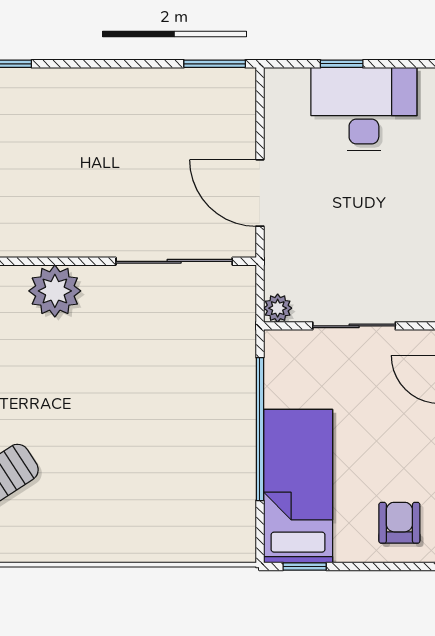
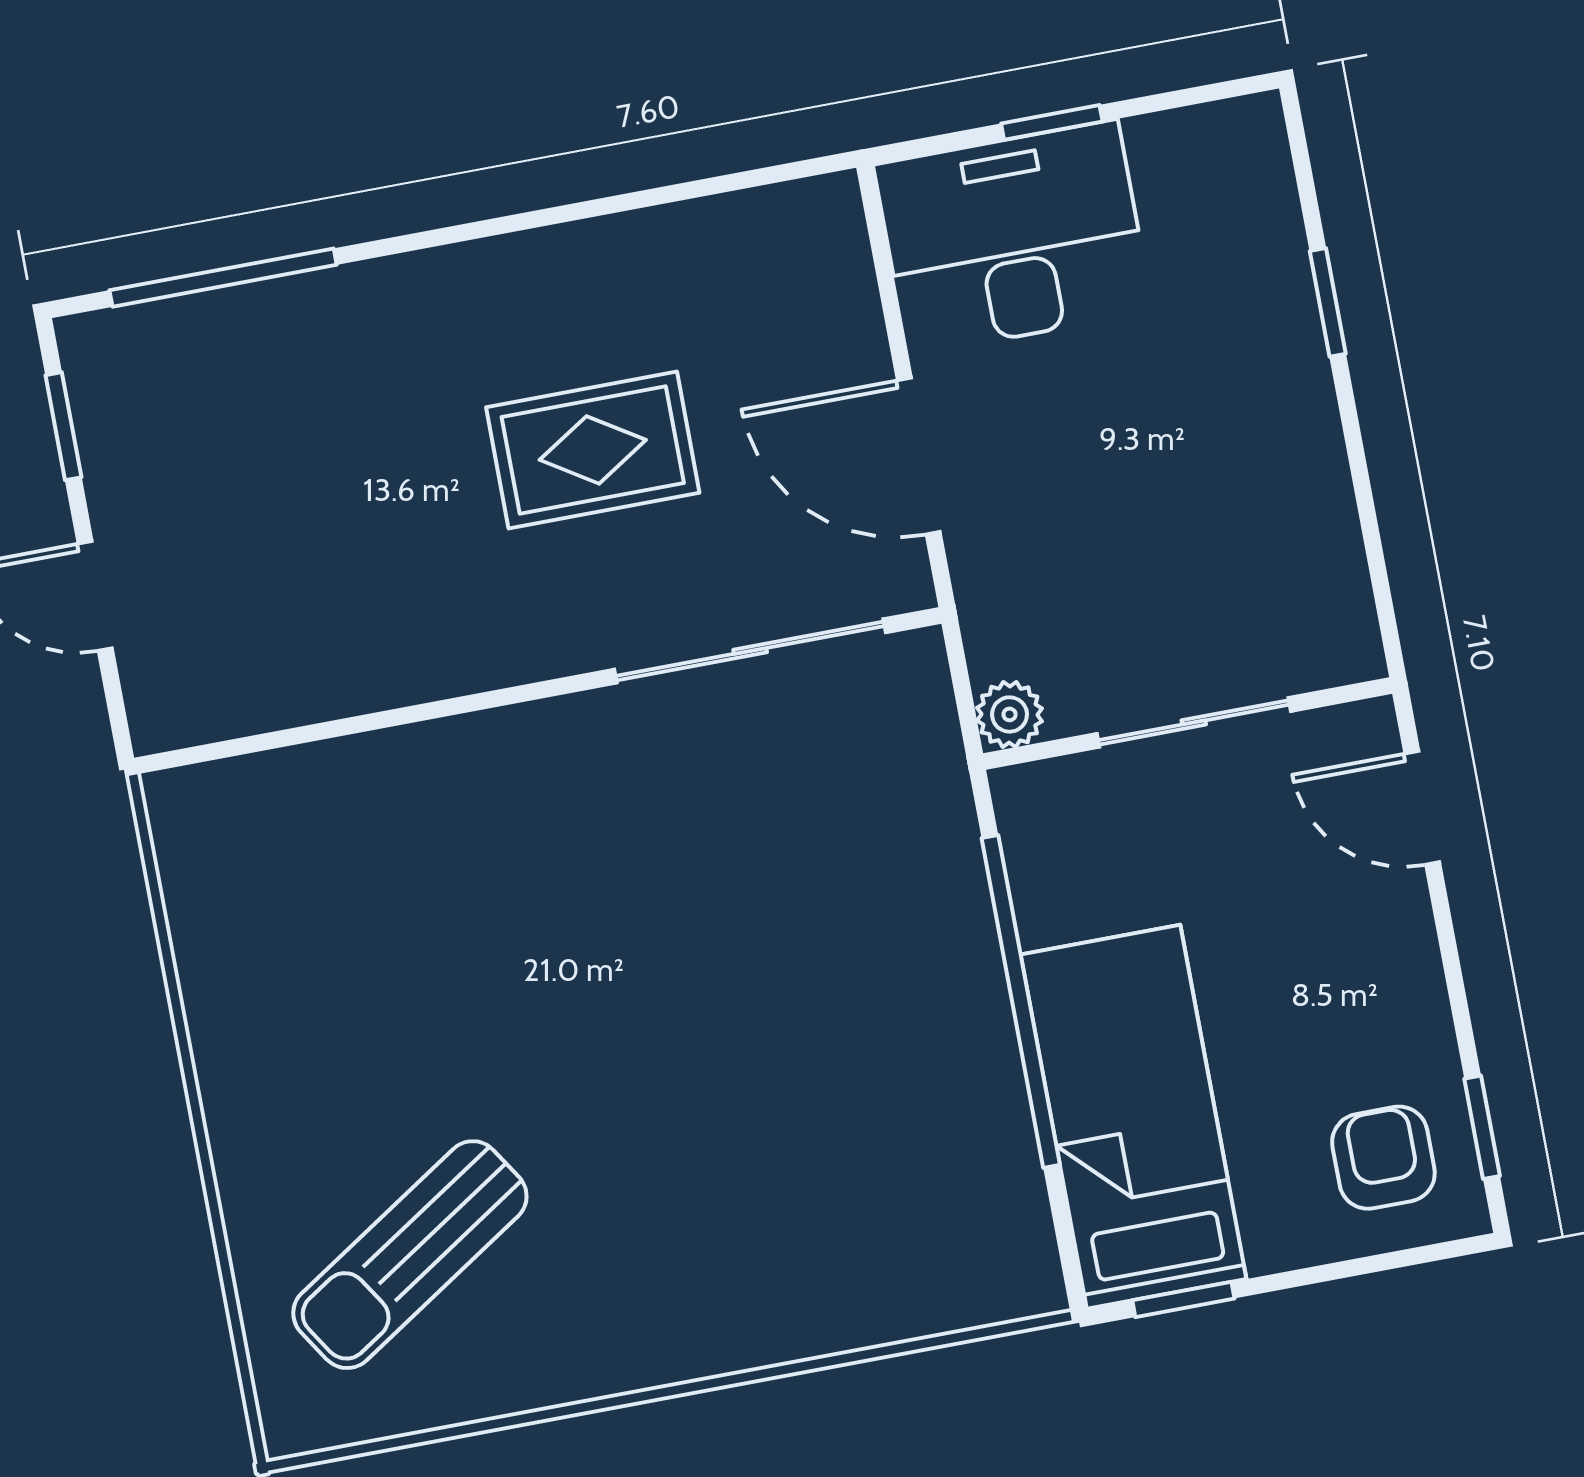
window: (215, 64) -> (758, 177), removed
desk: (364, 109) -> (1013, 238), moved
rug: (124, 165) -> (593, 450), added
plant: (55, 291) -> (488, 771), removed

